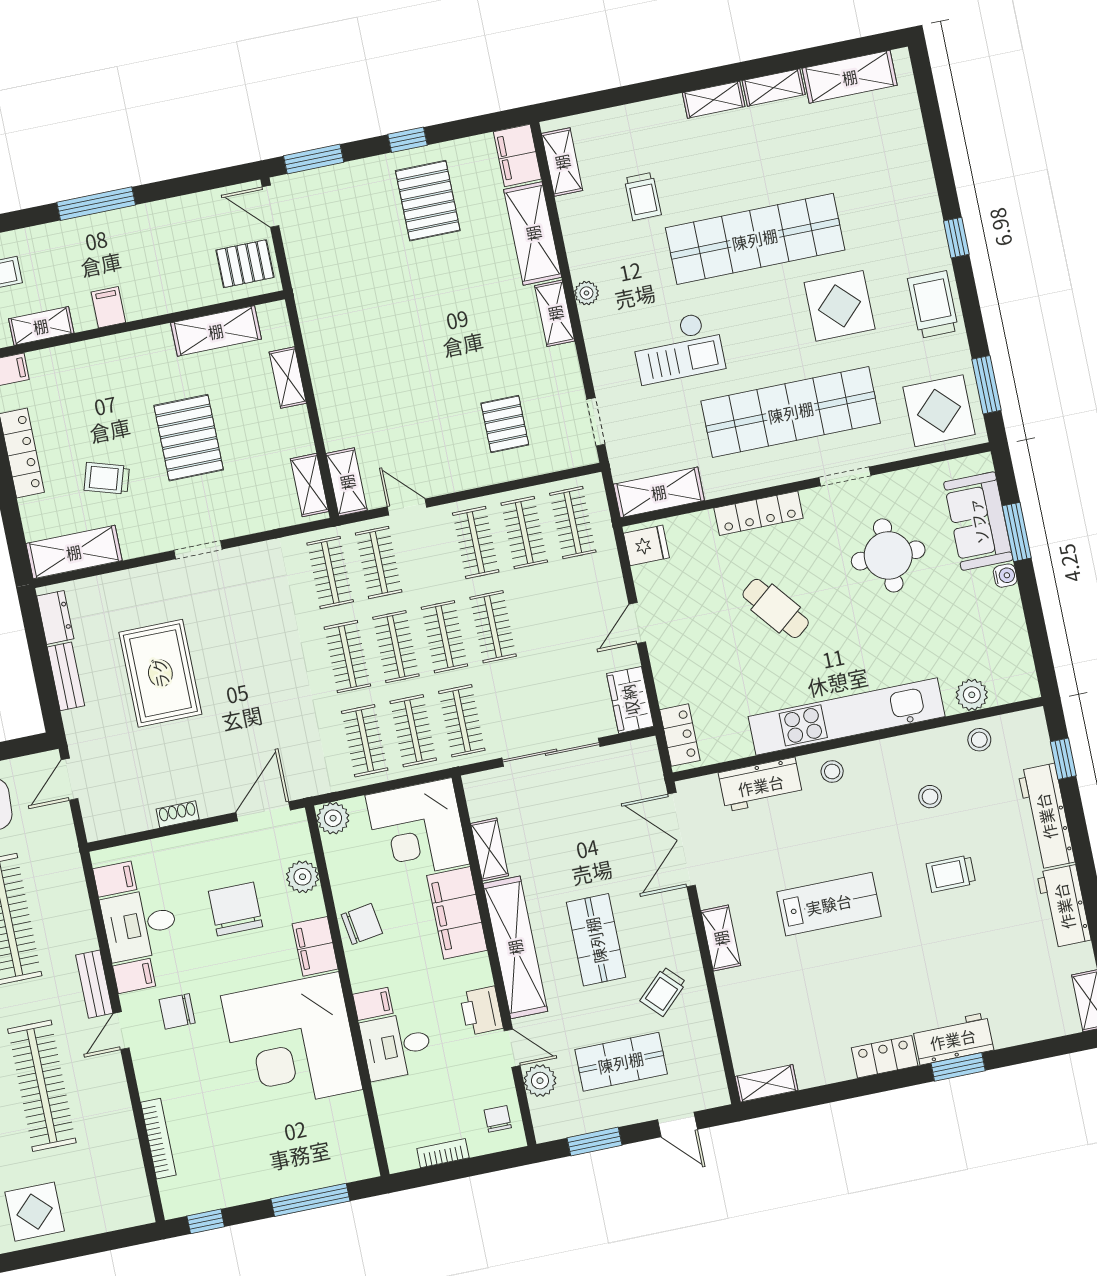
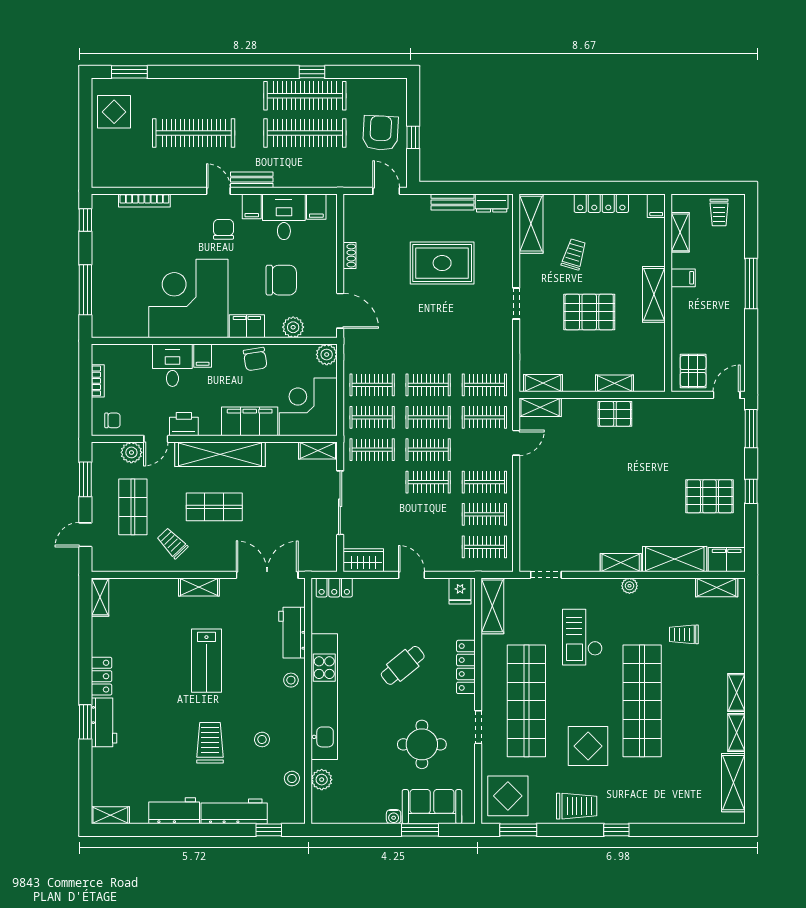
shelving: (216, 331) -> (654, 294), moved
pallet: (505, 424) -> (615, 414), moved
shelving: (490, 850) -> (318, 451), moved
trolley: (951, 874) -> (210, 743), width x1.36, depth x1.39

